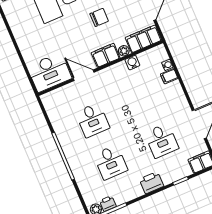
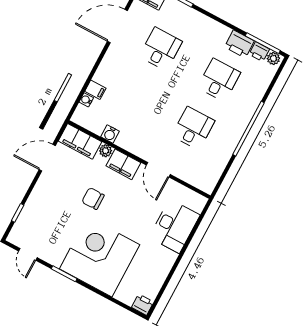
desk: (49, 72) -> (174, 226), moved, turned 90
printer: (151, 183) -> (239, 44), moved

